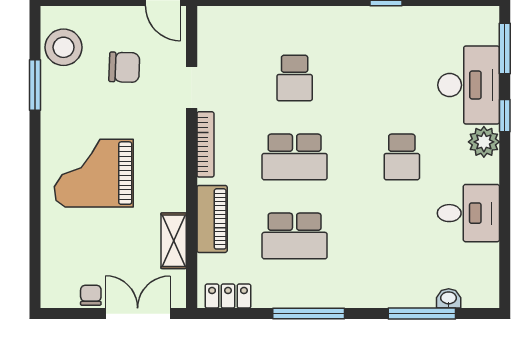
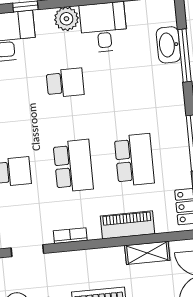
plant: (484, 142) -> (66, 19), moved
bookcase: (205, 144) -> (70, 236), width x0.64
washbasin: (449, 298) -> (168, 45), width x1.91, depth x1.45

